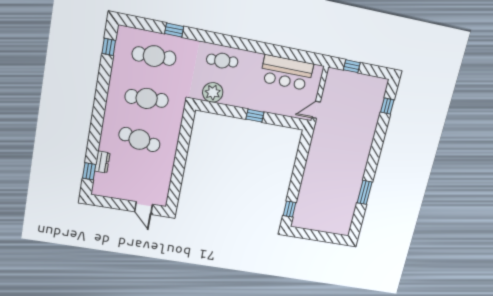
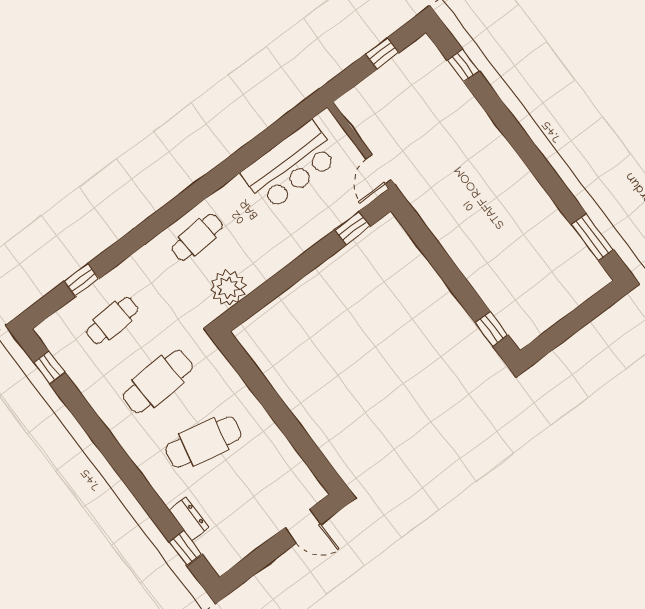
window: (174, 30) -> (82, 280), moved
cafe table: (154, 56) -> (112, 321), width x0.73, depth x0.74
window: (352, 66) -> (382, 53), moved
window: (255, 116) -> (352, 228), moved
window: (365, 192) -> (592, 237), moved

